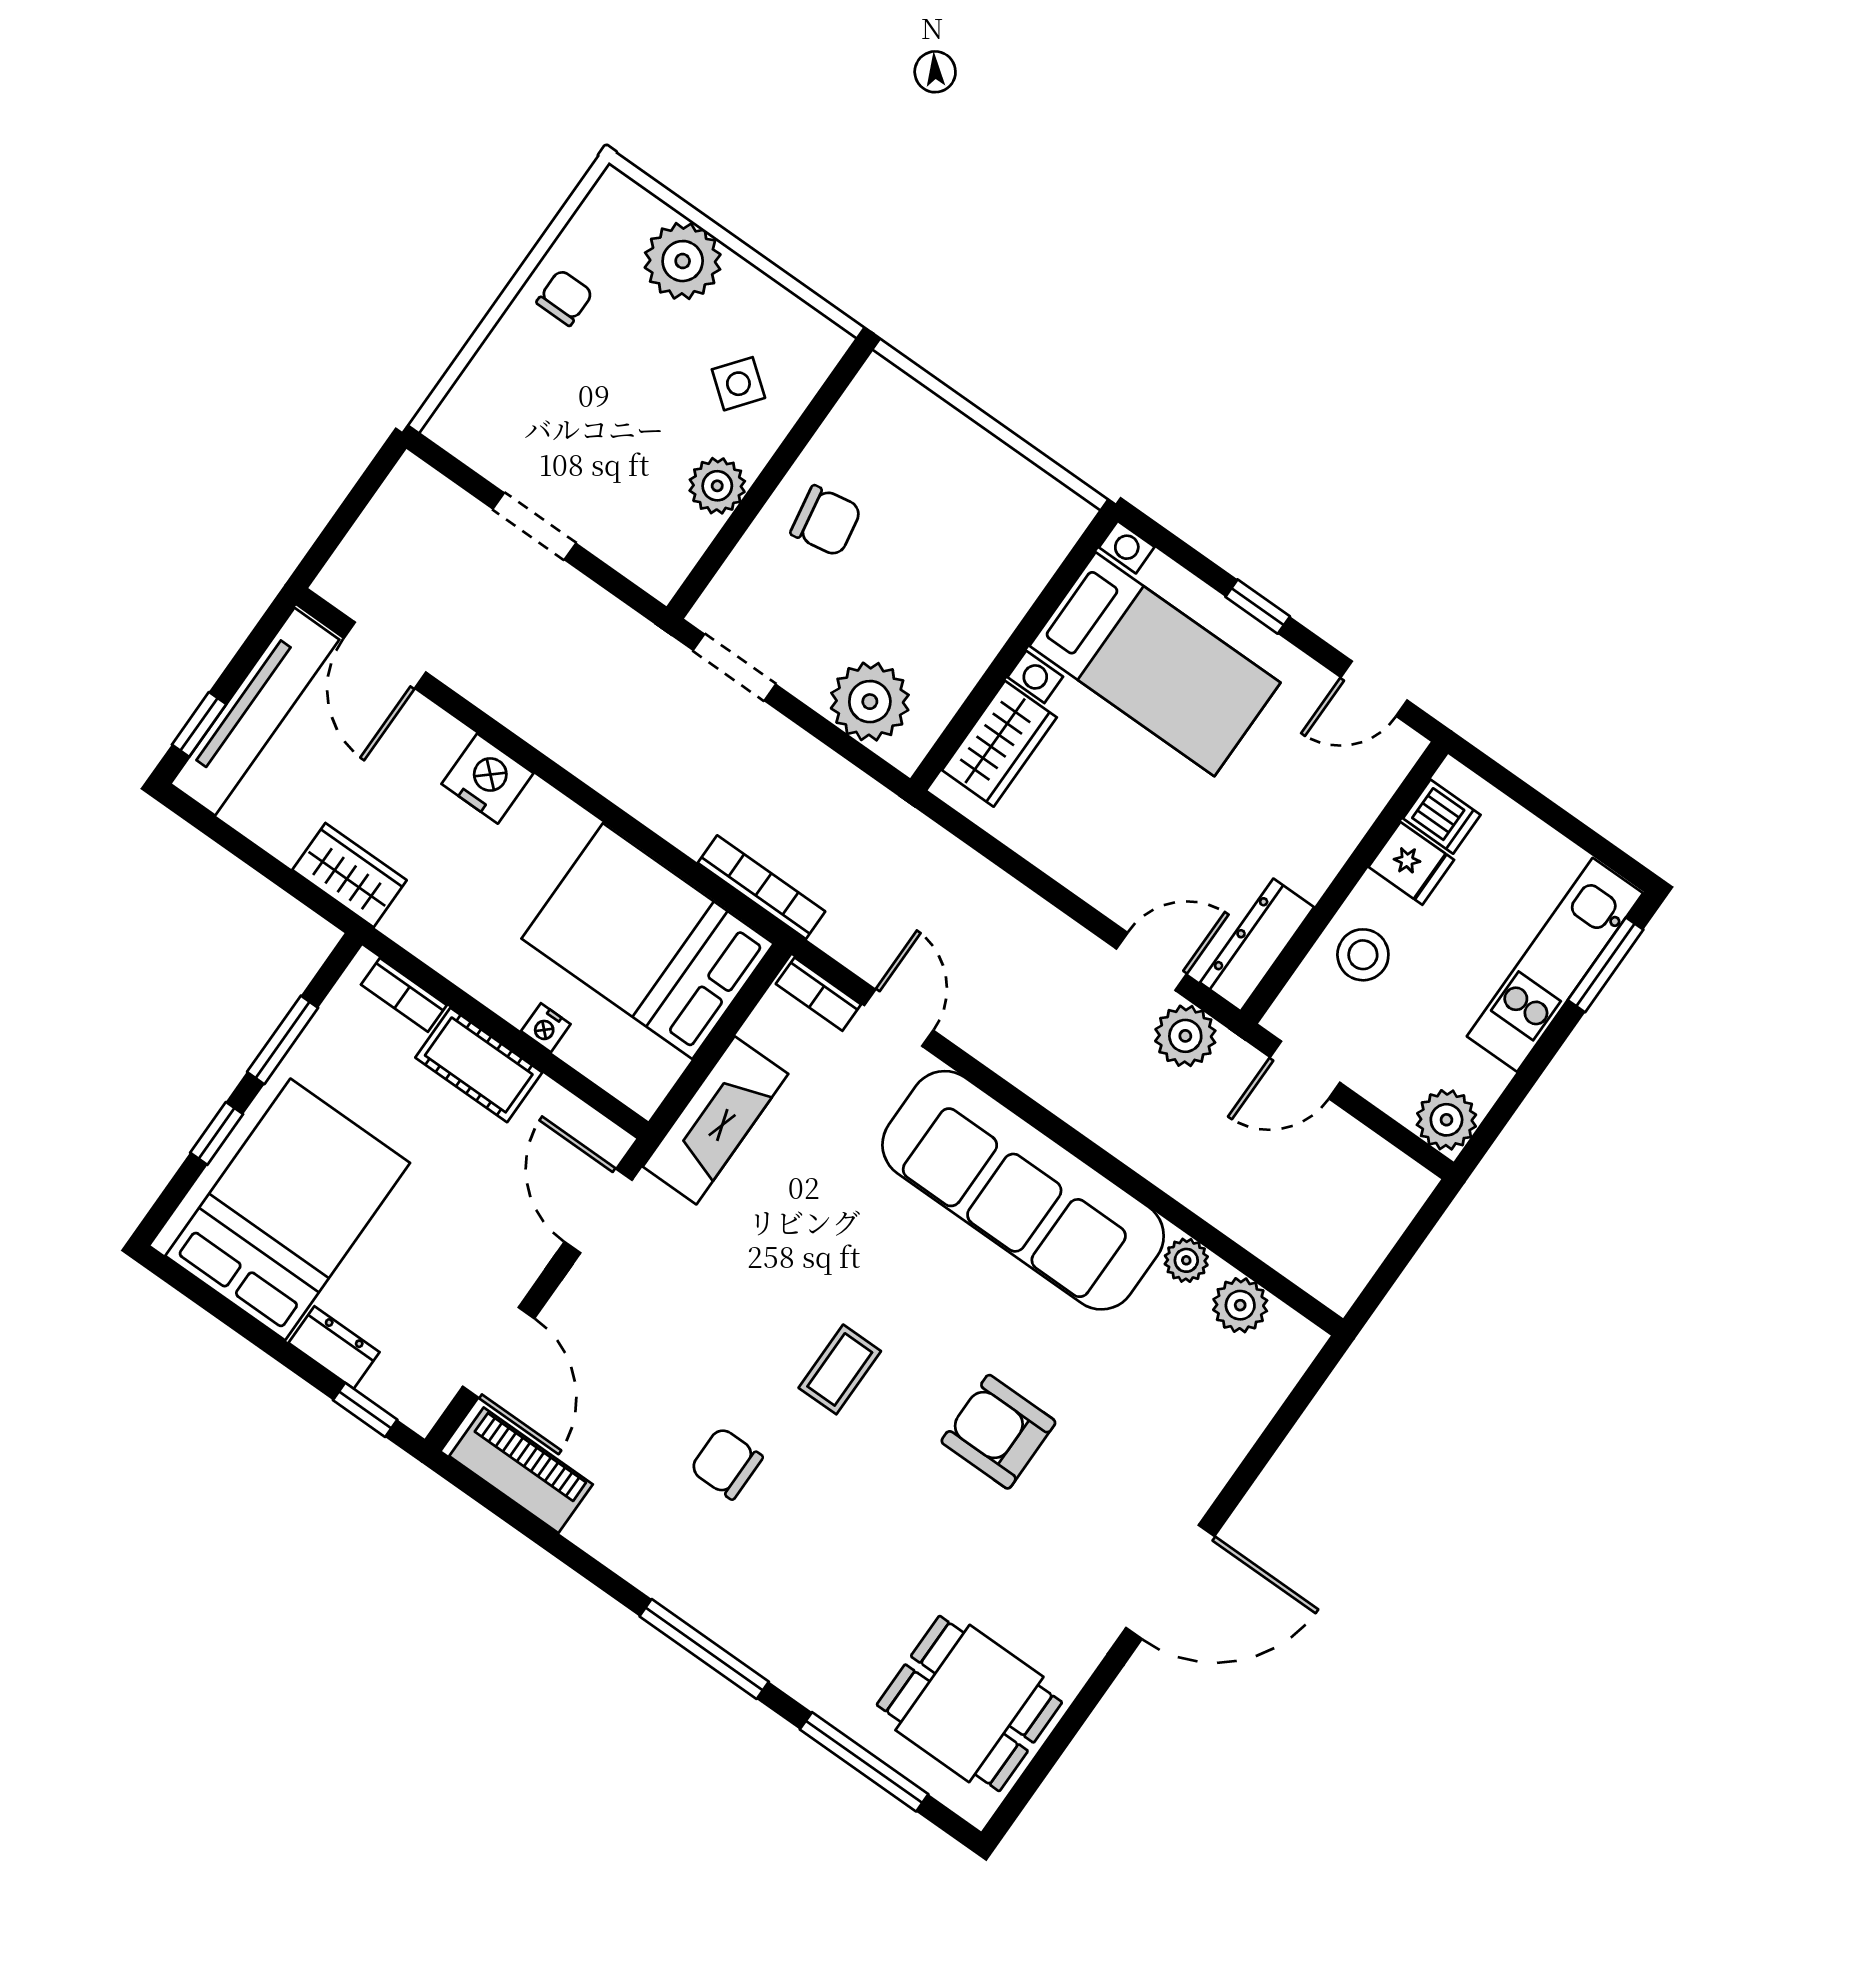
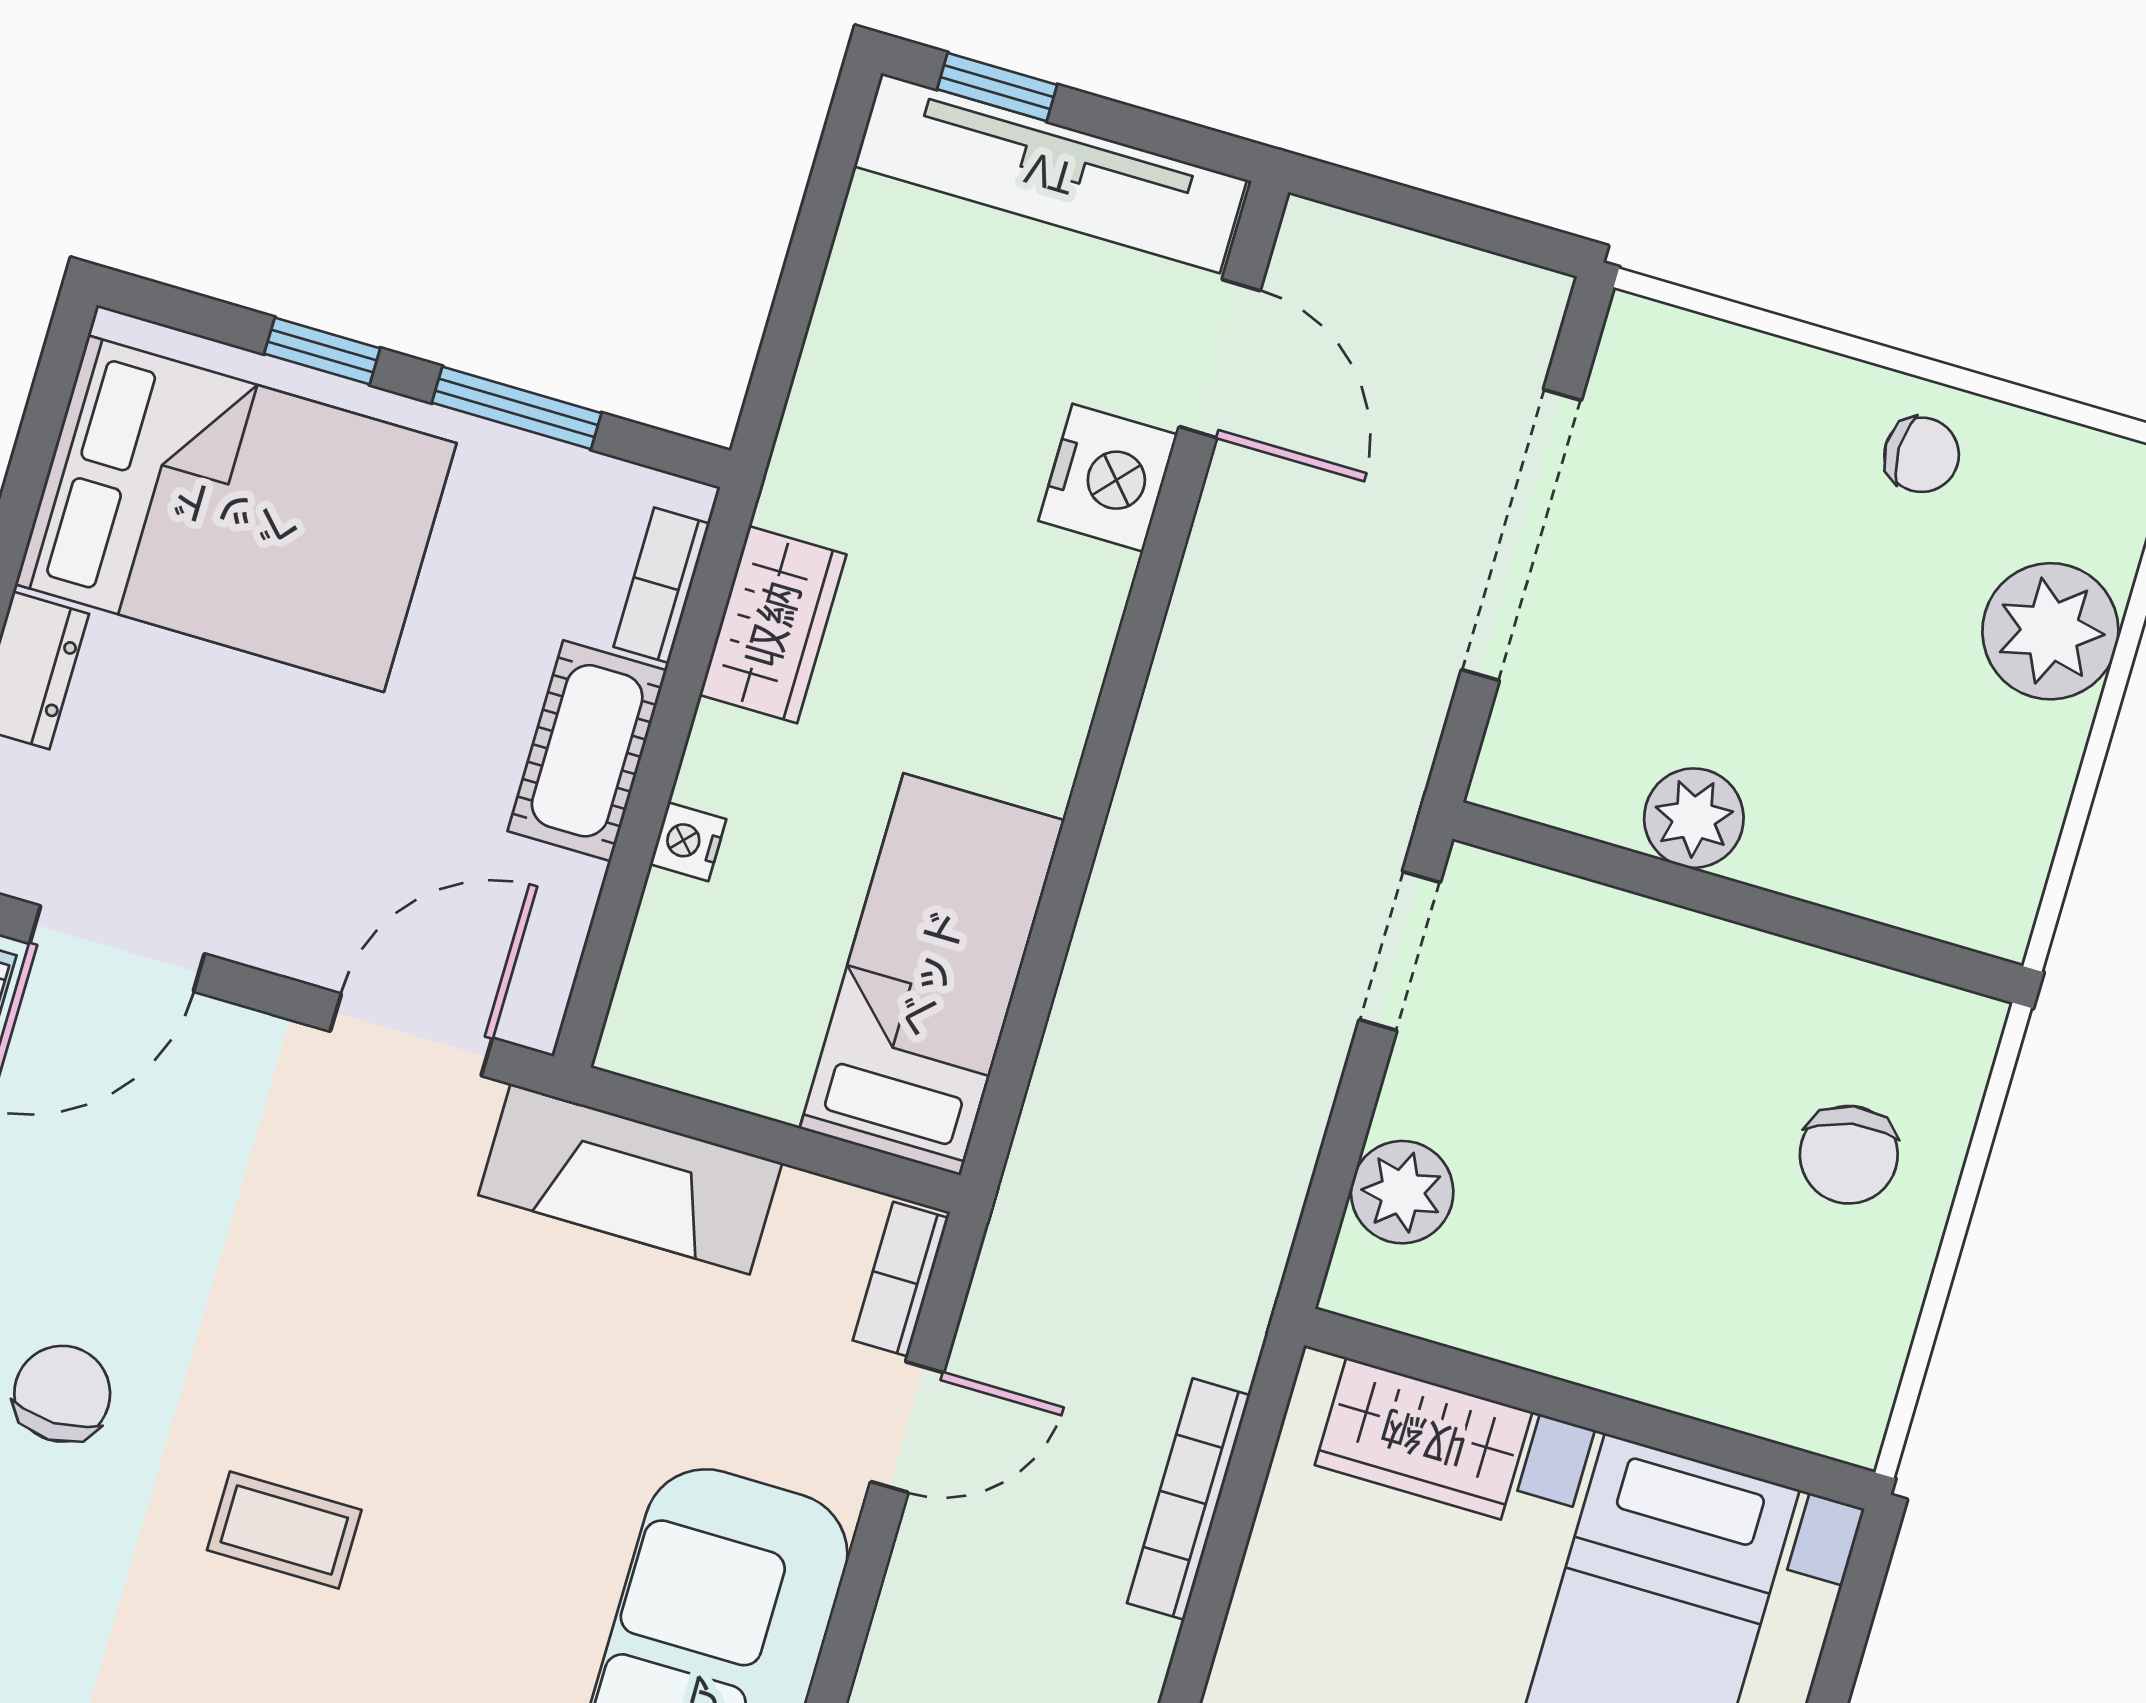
side table: (738, 384) -> (1877, 795), removed
chair: (826, 521) -> (1849, 1155), moved
doorway: (534, 526) -> (1521, 535), width x1.88
door: (385, 655) -> (1220, 359), swing flipped
plant: (870, 702) -> (1402, 1192), width x0.73, depth x0.73
nightstand: (487, 779) -> (1108, 478), moved
wardrobe: (349, 875) -> (773, 625), moved
bookcase: (761, 887) -> (1189, 1499), moved, turned 180
bed: (648, 941) -> (931, 974), width x0.67

